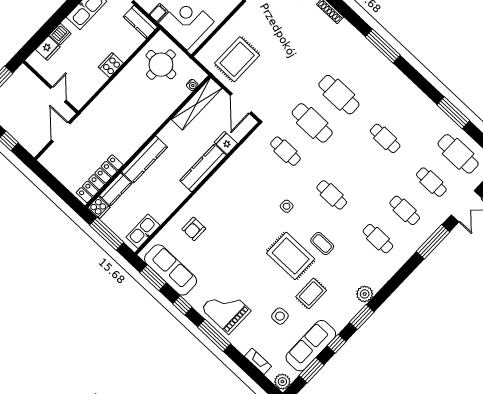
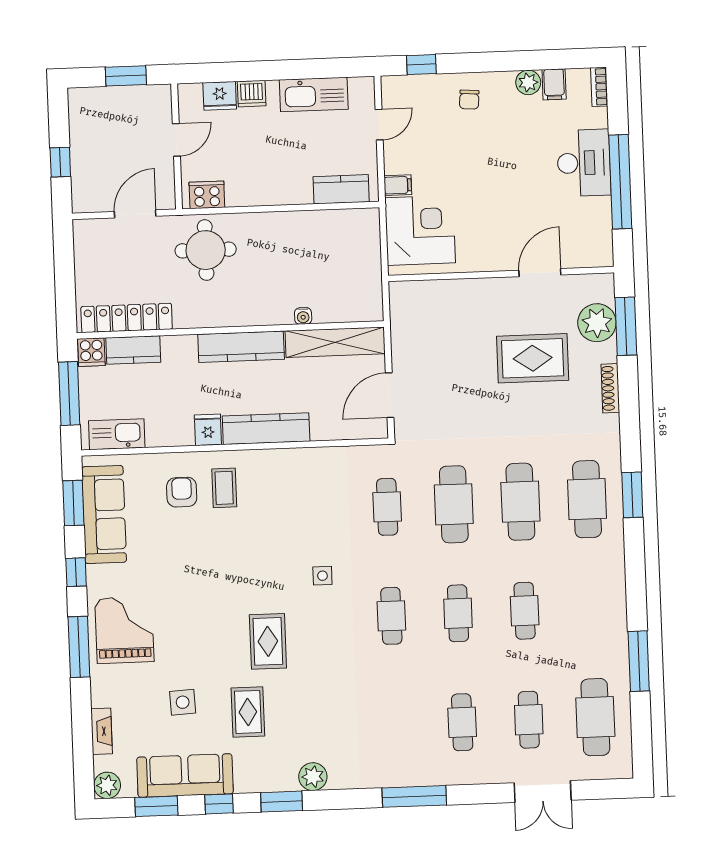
kitchen counter: (140, 22) -> (341, 189), moved, turned 90
window: (383, 46) -> (632, 495), width x0.69
rug: (237, 59) -> (533, 358), moved
cooker: (111, 65) -> (207, 195), moved
round table: (161, 65) -> (206, 250), moved
cafe table: (366, 66) -> (587, 499), added
water cooler: (192, 85) -> (303, 316), moved
door: (58, 94) -> (176, 140), moved
fridge: (226, 143) -> (208, 430), moved
kitchen counter: (145, 159) -> (241, 347), moved
armchair: (194, 229) -> (182, 492), turned 90
cafe table: (378, 239) -> (458, 613), moved
window: (433, 242) -> (414, 796), moved
coffee table: (322, 244) -> (224, 488), moved
rug: (291, 256) -> (268, 641), width x0.73, depth x0.70
rug: (311, 294) -> (248, 712), turned 90

